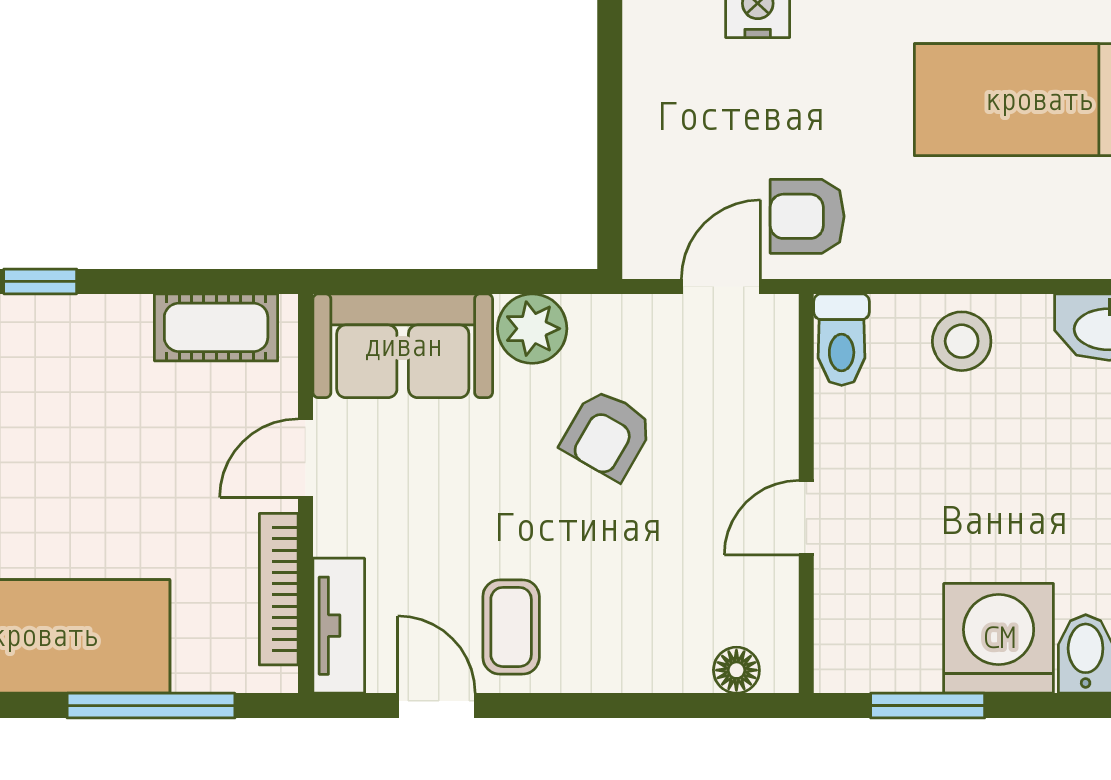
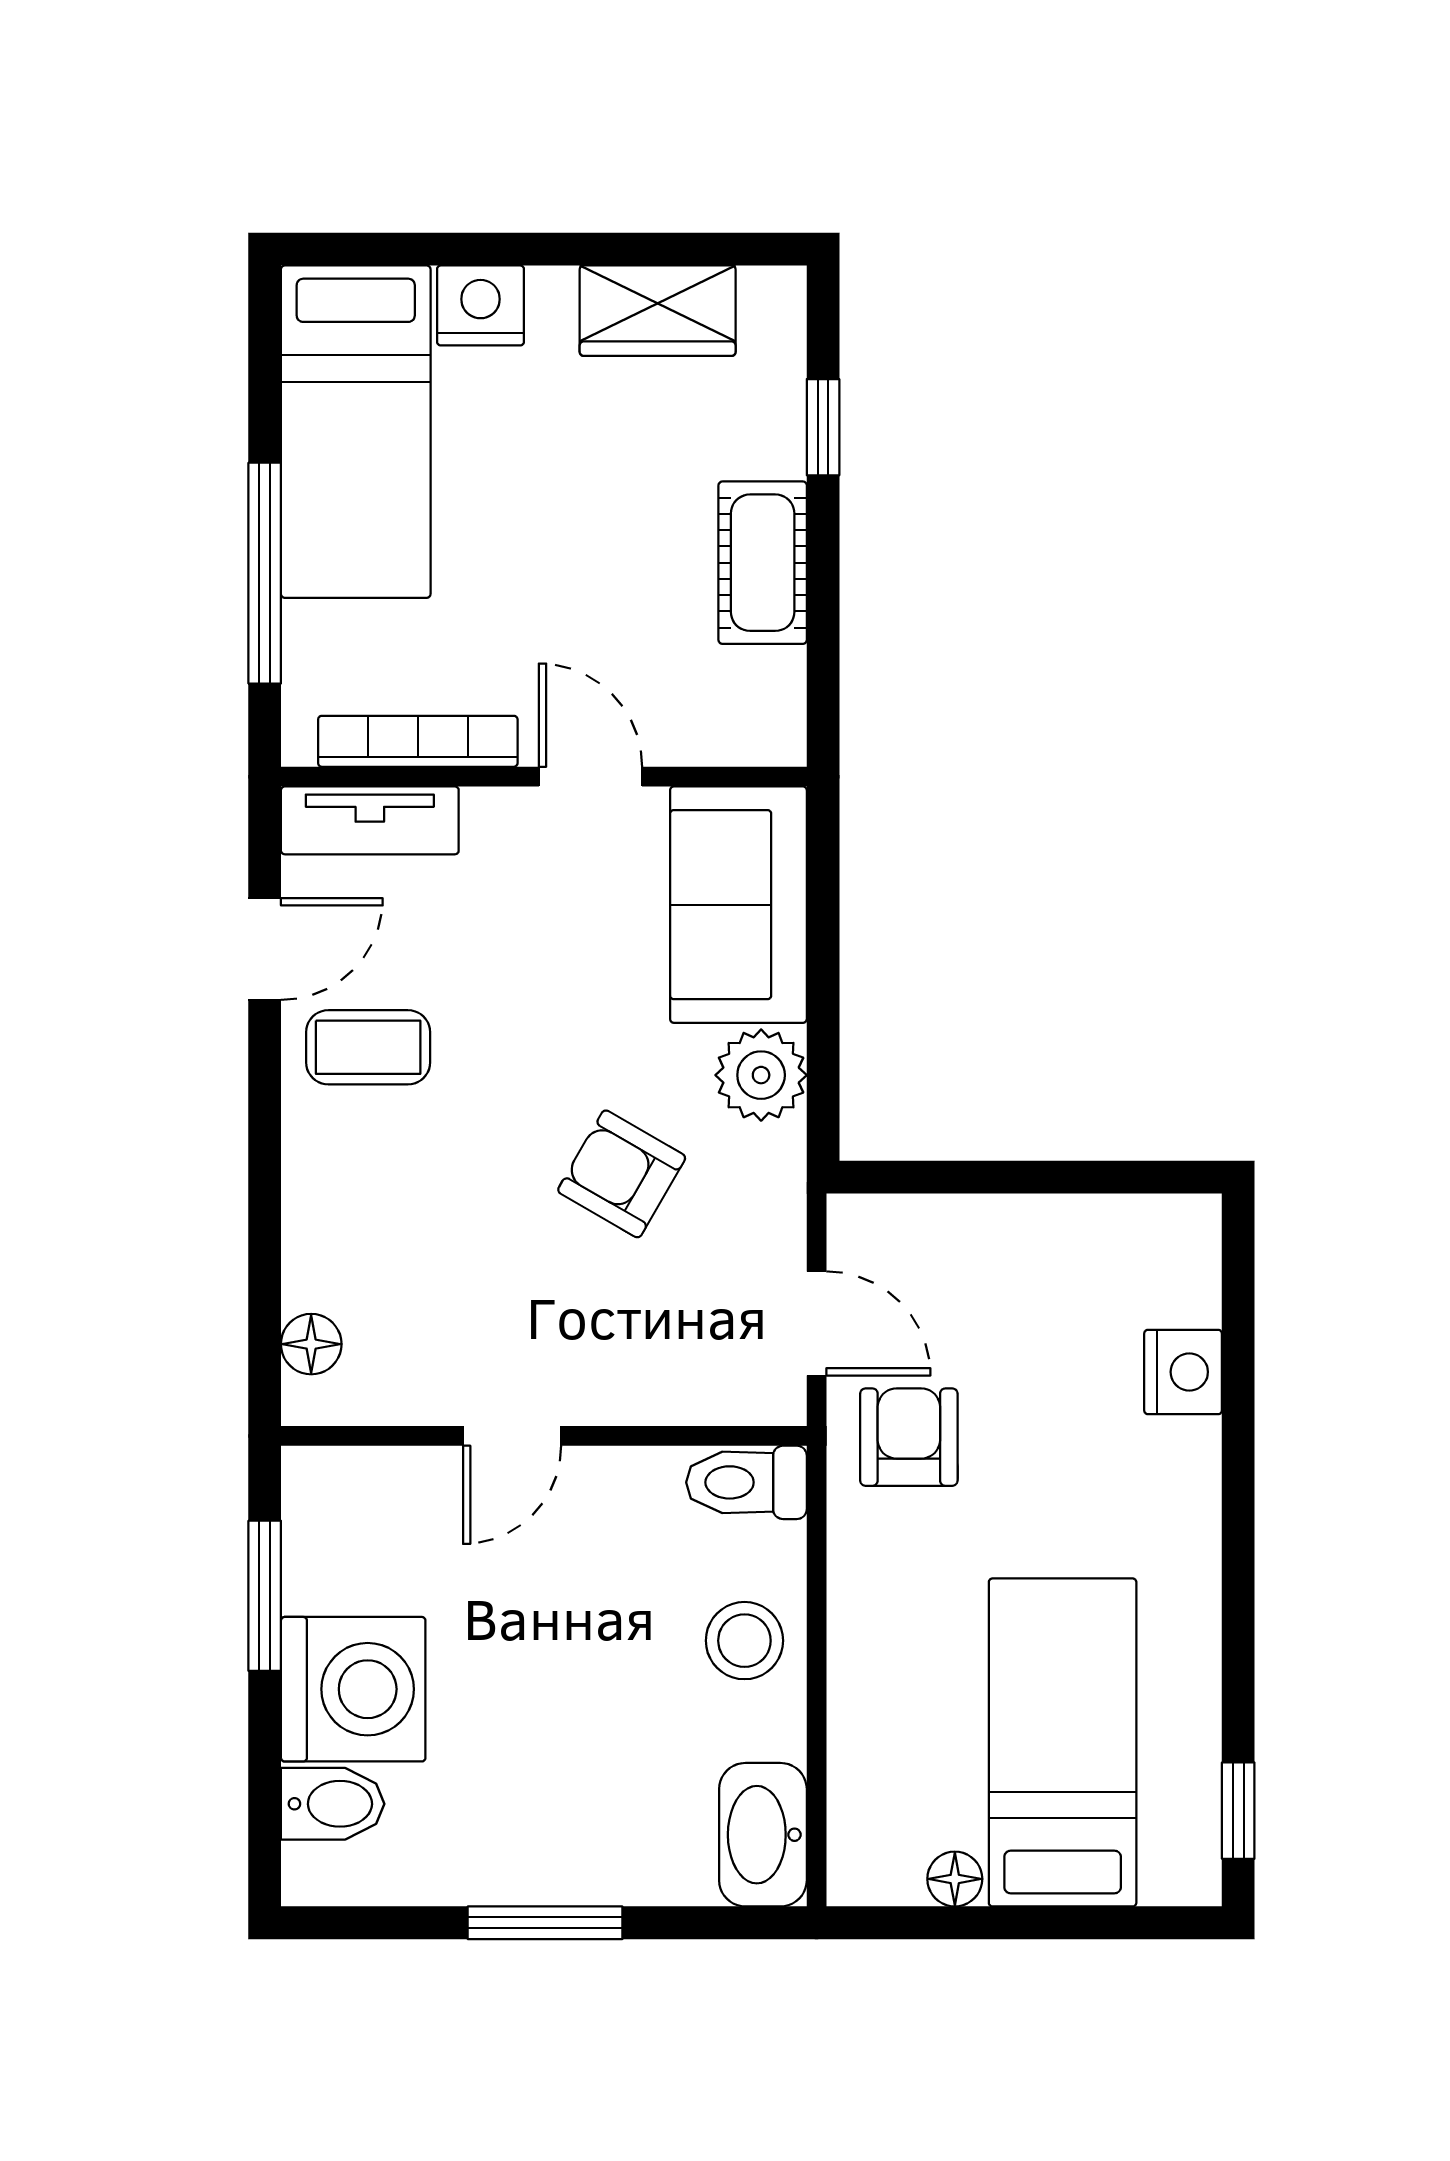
cot: (216, 327) -> (763, 563), moved
door: (806, 518) -> (512, 1436), swing flipped

